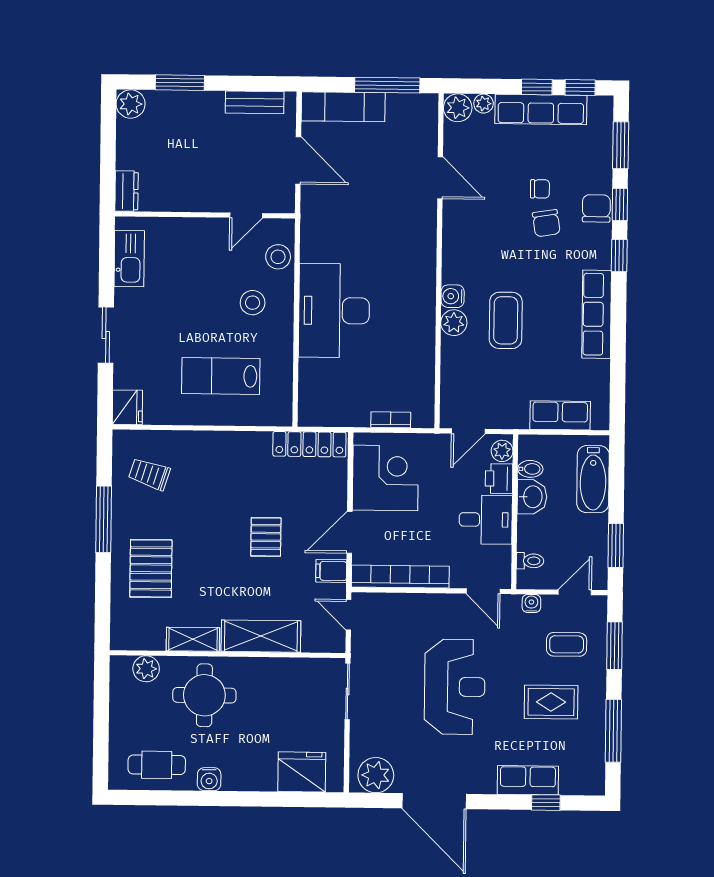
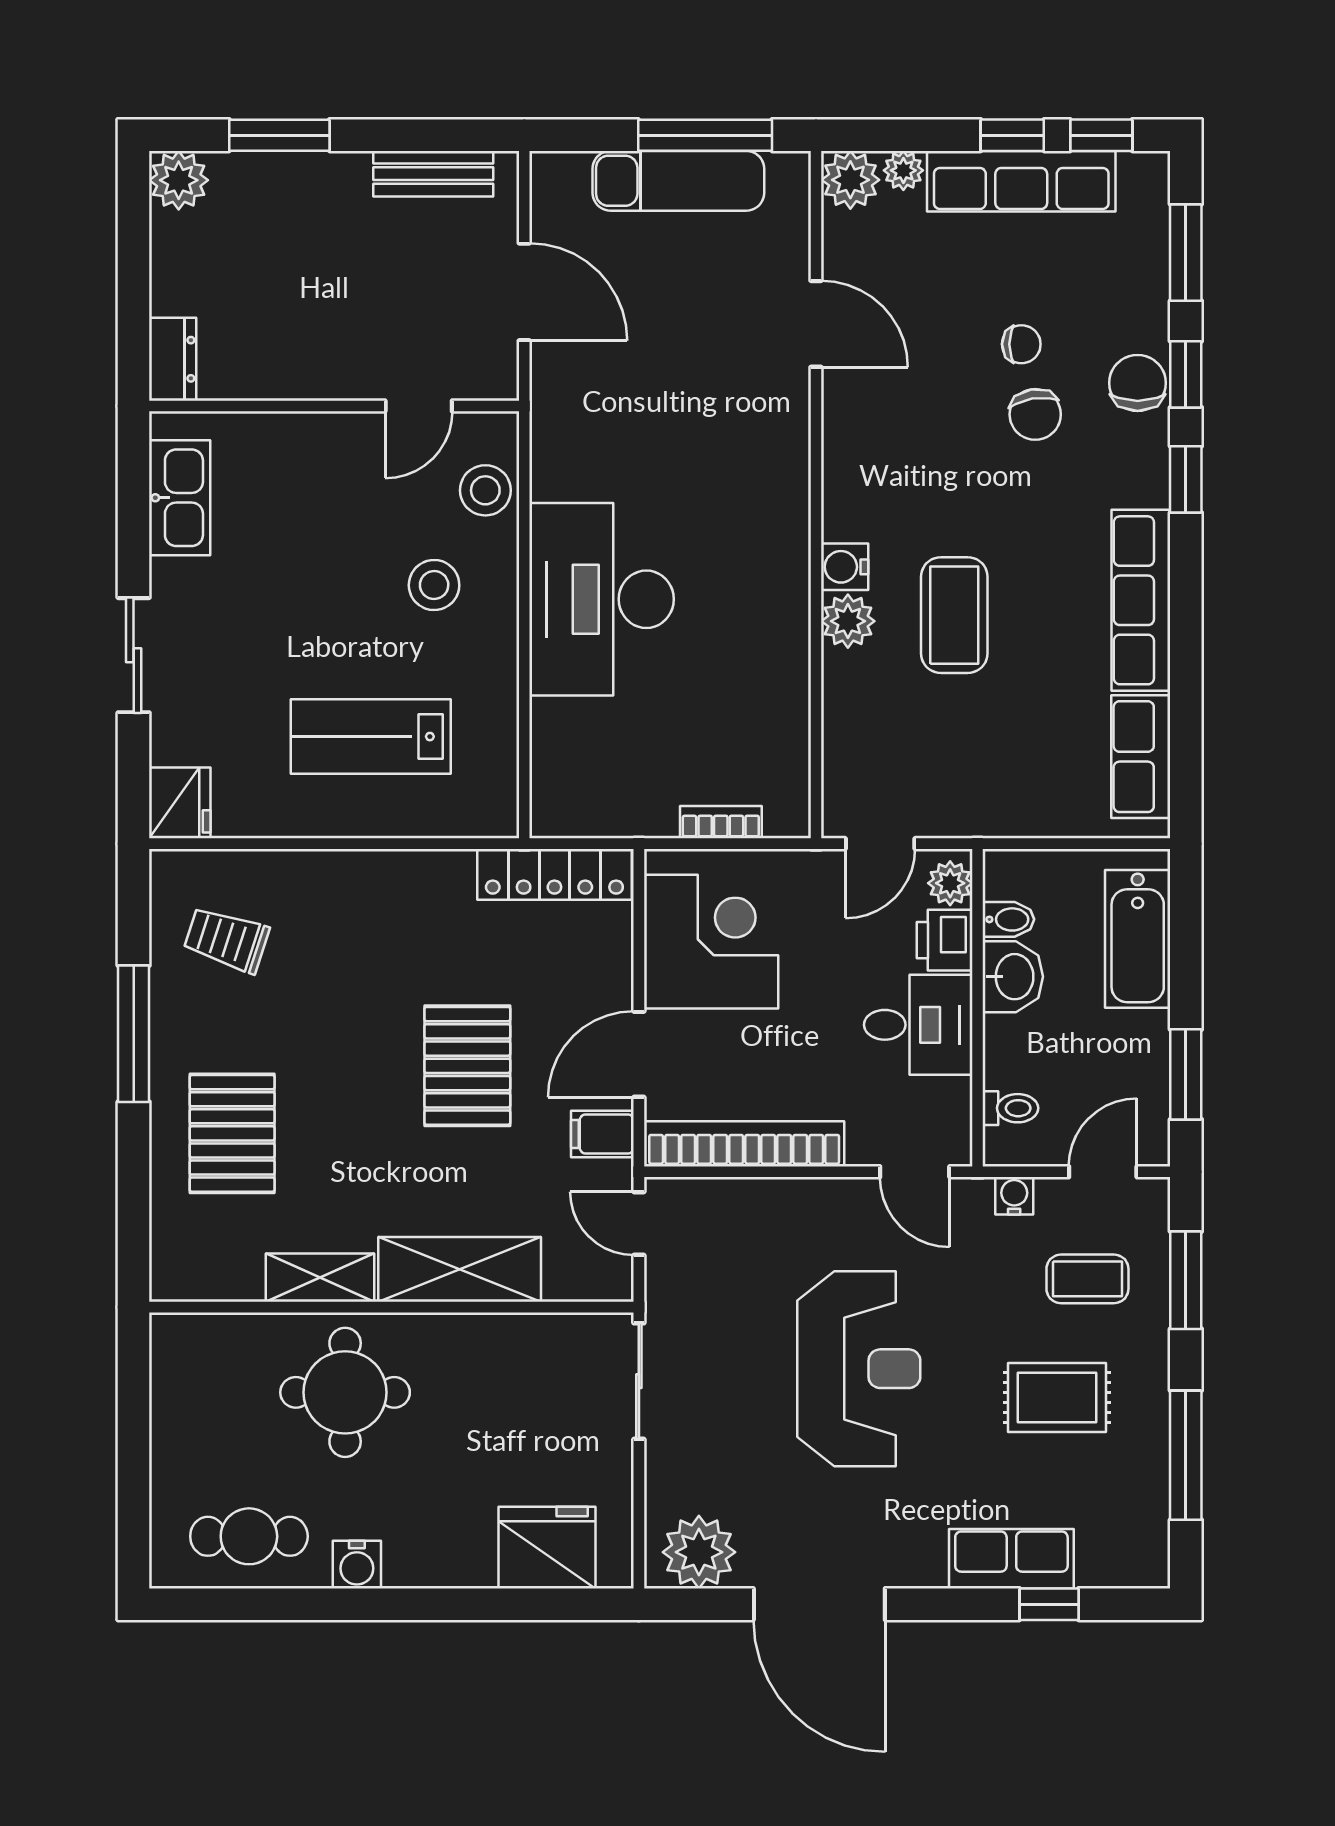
exam couch: (343, 107) -> (678, 181), moved
row of seats: (560, 415) -> (1141, 757), moved, turned -90
pallet: (266, 537) -> (467, 1066), width x1.50, depth x1.42
plant: (146, 669) -> (225, 1339), removed

